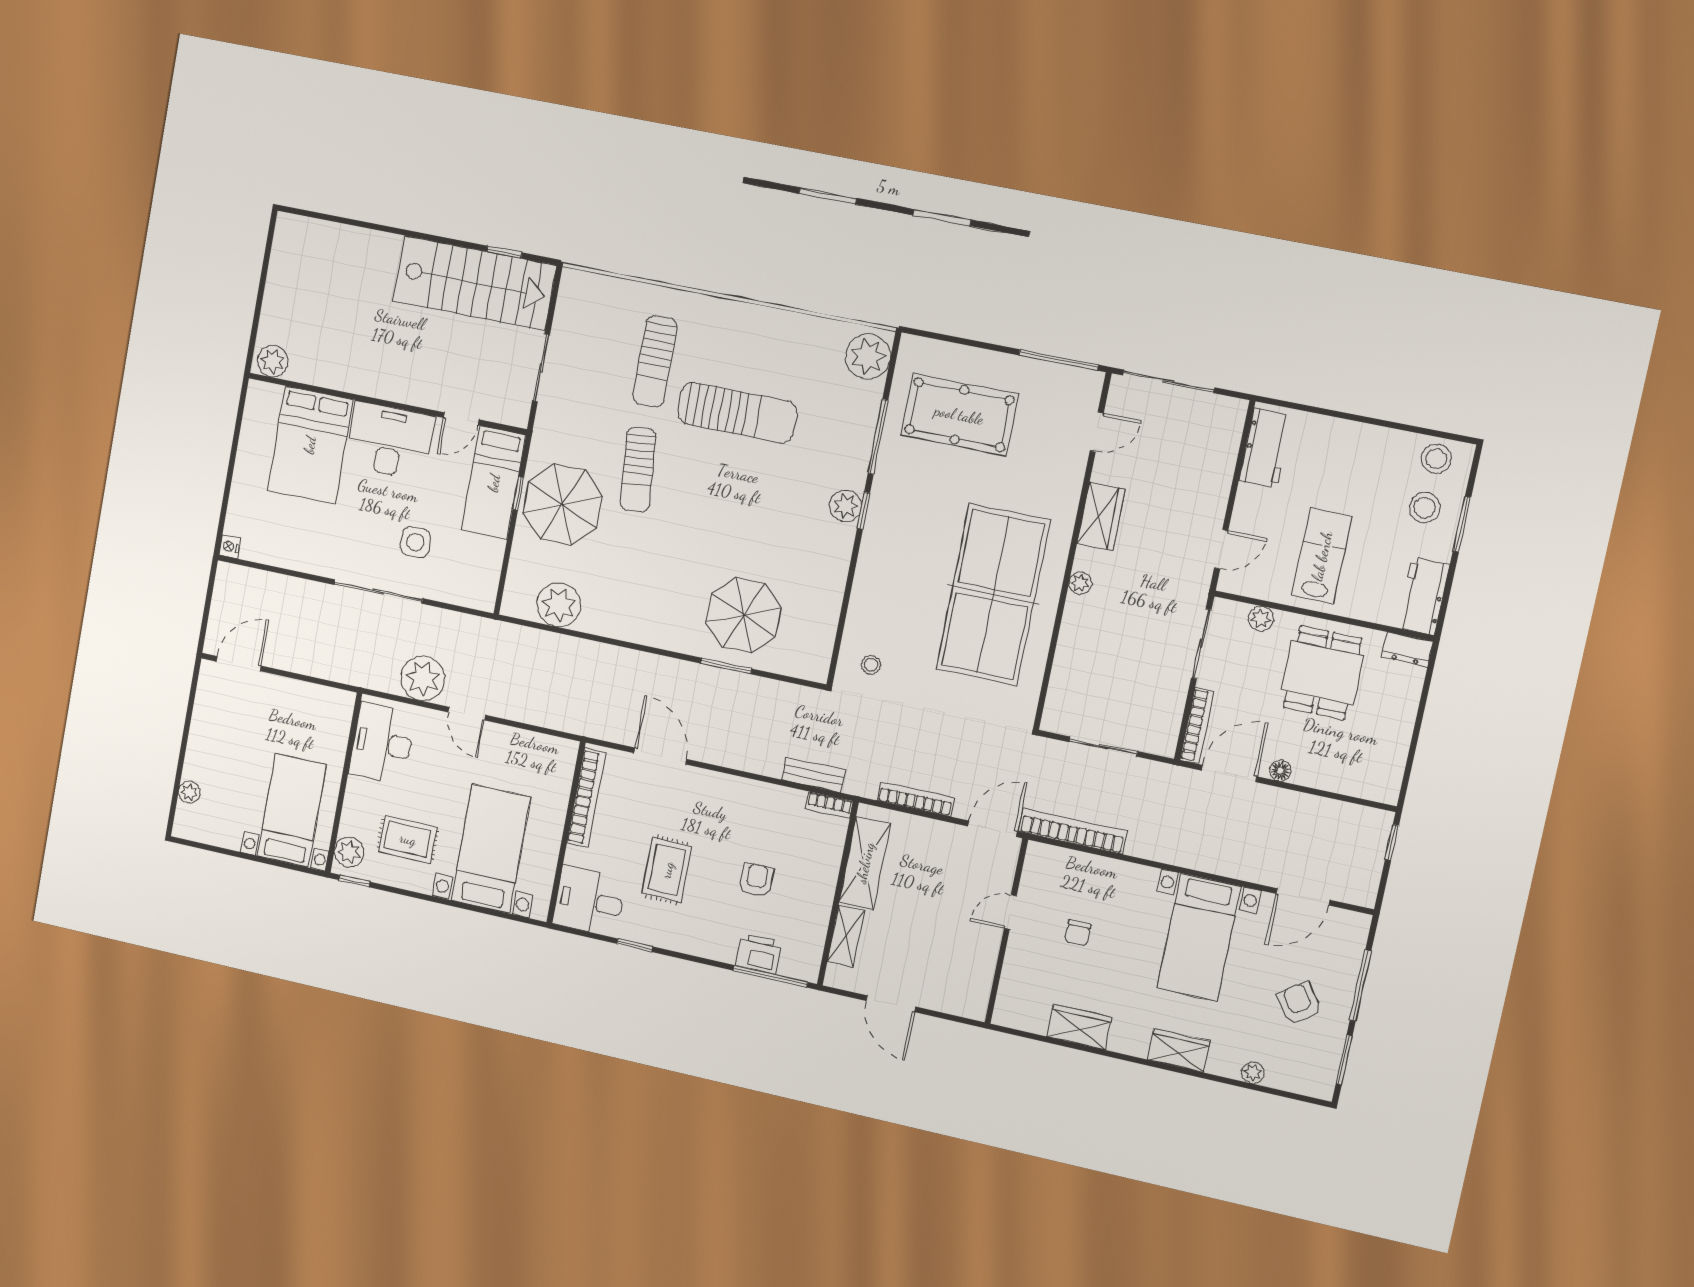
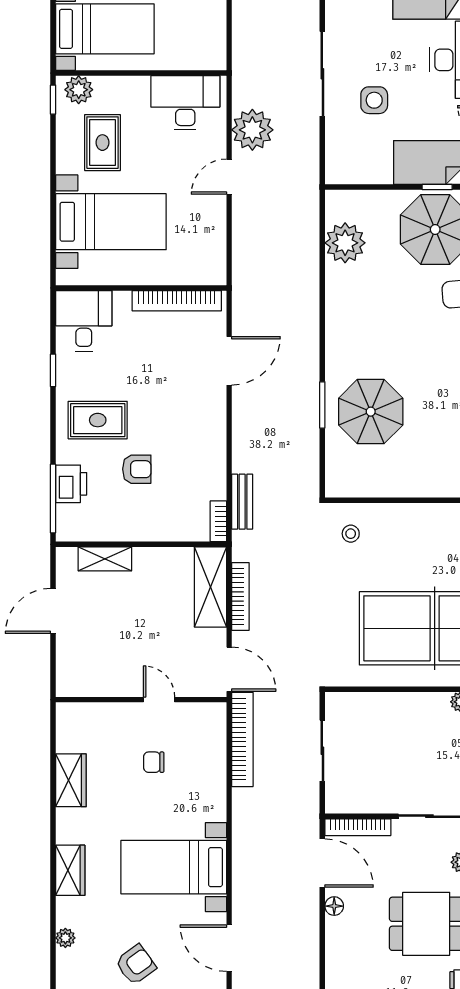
shelving: (865, 863) -> (210, 587), moved, turned 90
rug: (667, 870) -> (98, 420), moved

